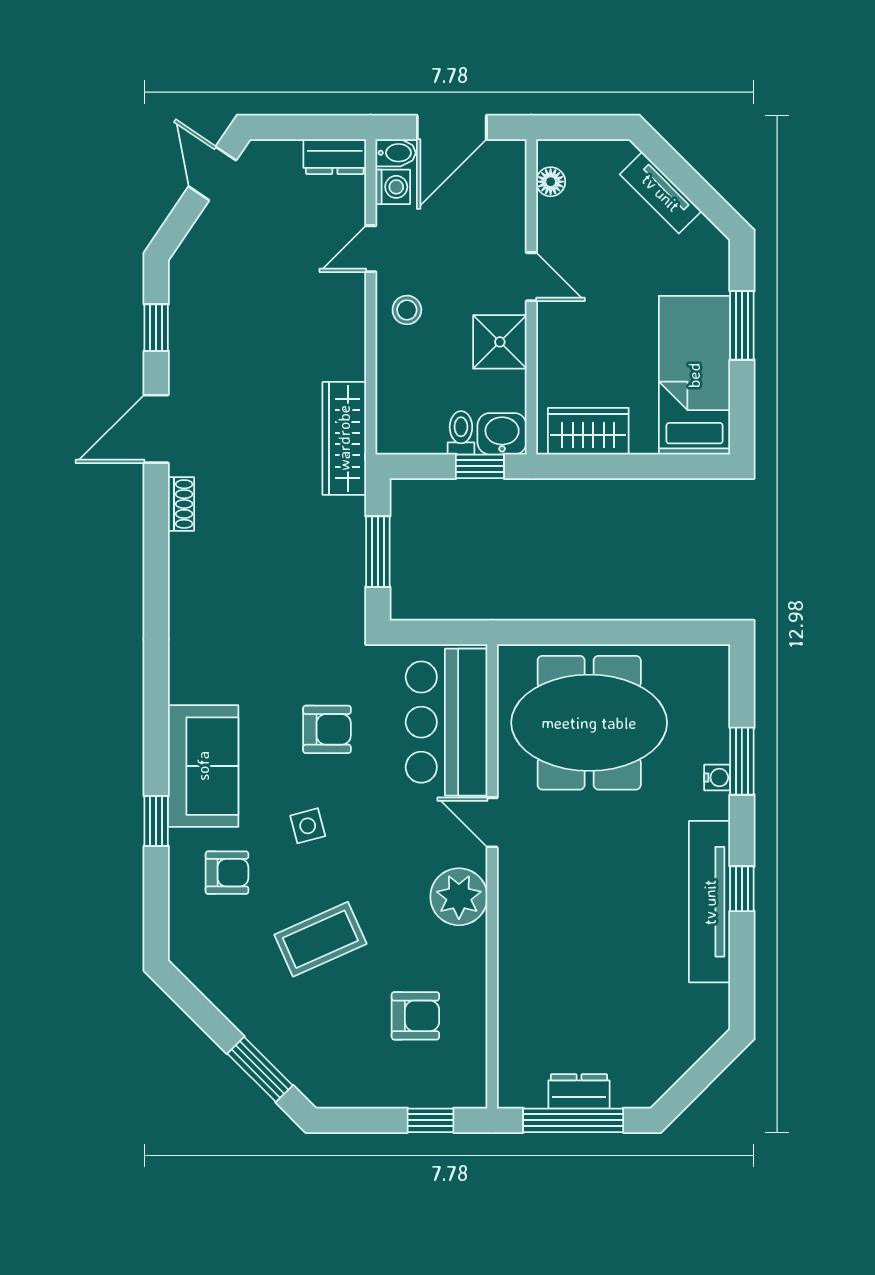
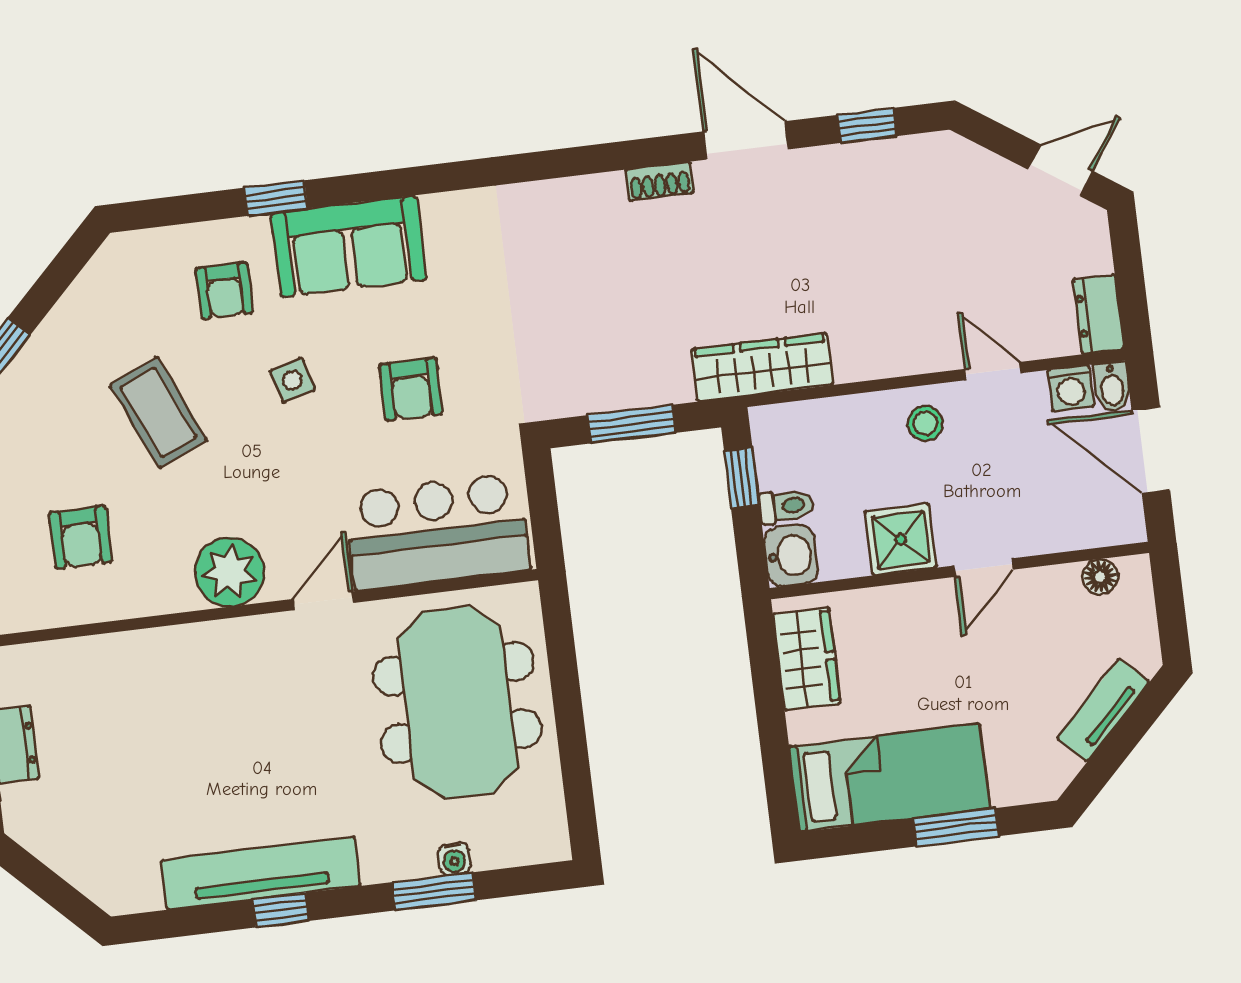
window: (480, 466) -> (742, 478), moved
water cooler: (717, 778) -> (454, 859), moved

